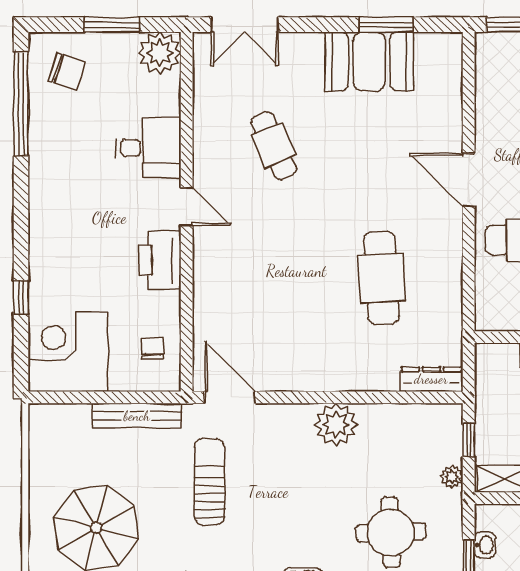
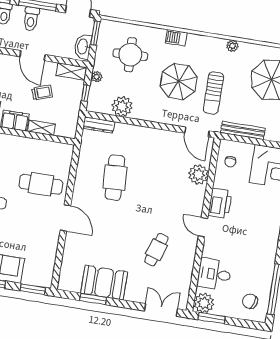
window: (112, 25) -> (211, 318), moved
cafe table: (274, 145) -> (156, 250), turned 42
desk: (148, 148) -> (214, 274), moved
plant: (213, 312) -> (198, 175), added
plant: (336, 425) -> (122, 107), moved
parasol: (284, 494) -> (179, 81), added
washbasin: (485, 545) -> (83, 47), width x1.91, depth x1.45

